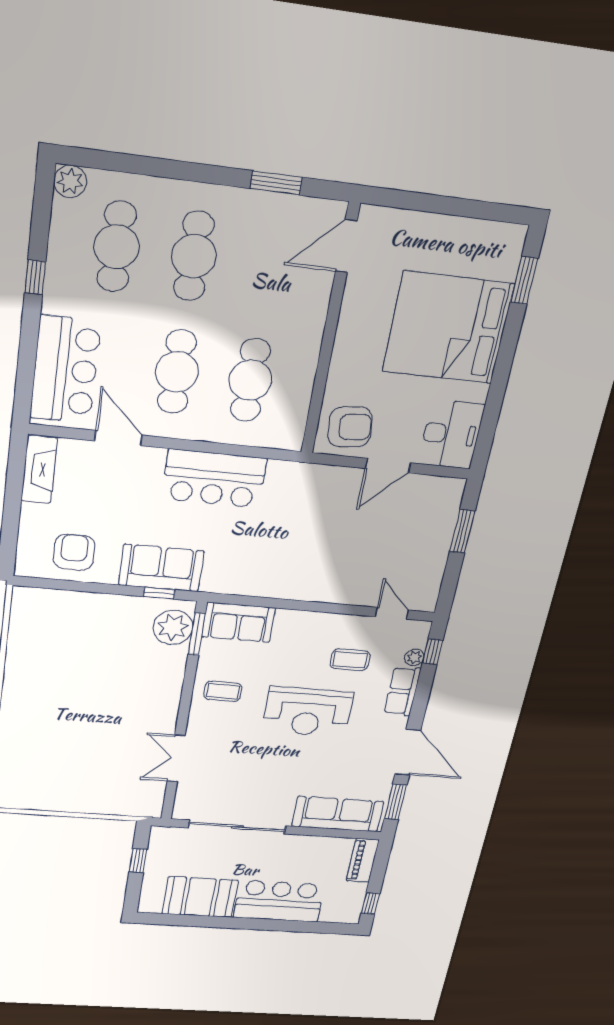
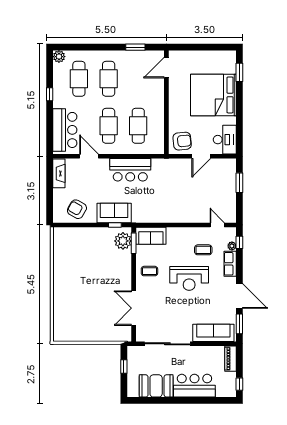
armchair: (74, 552) -> (77, 209), turned -60
double door: (176, 758) -> (134, 308), width x1.37

